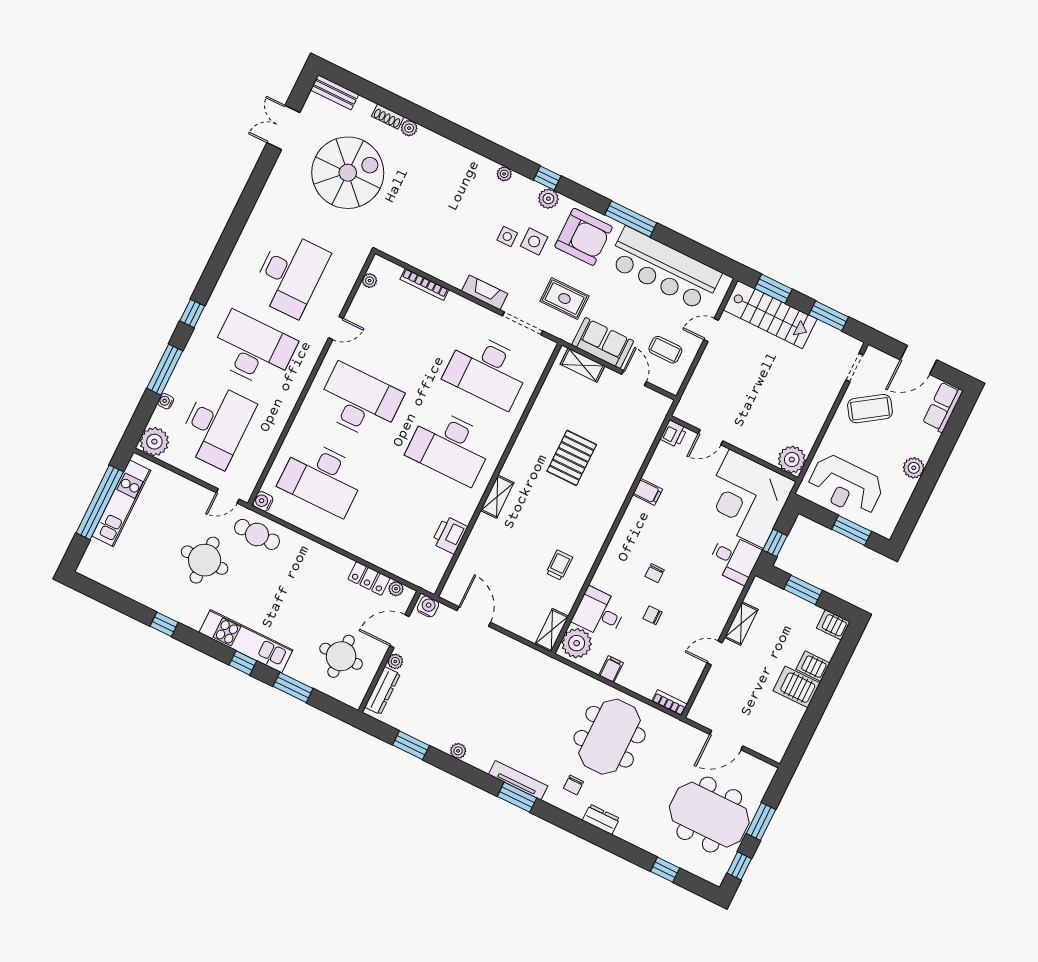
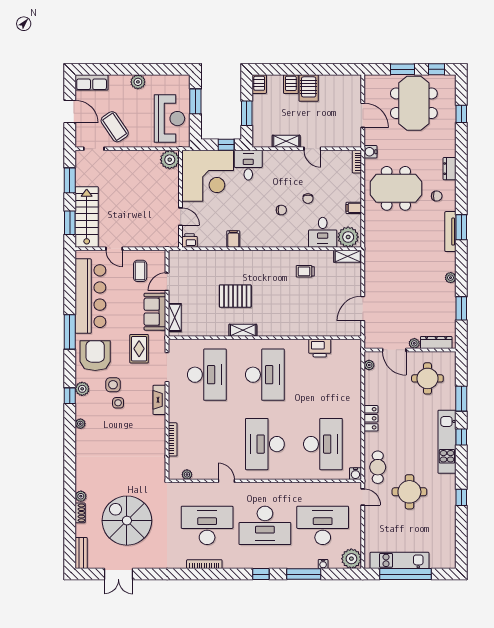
bookcase: (241, 246) -> (204, 564), added
desk: (253, 350) -> (265, 525), turned -90
shelving: (497, 497) -> (243, 330), moved
locker: (369, 578) -> (371, 418), moved
water cooler: (428, 606) -> (370, 152), moved

